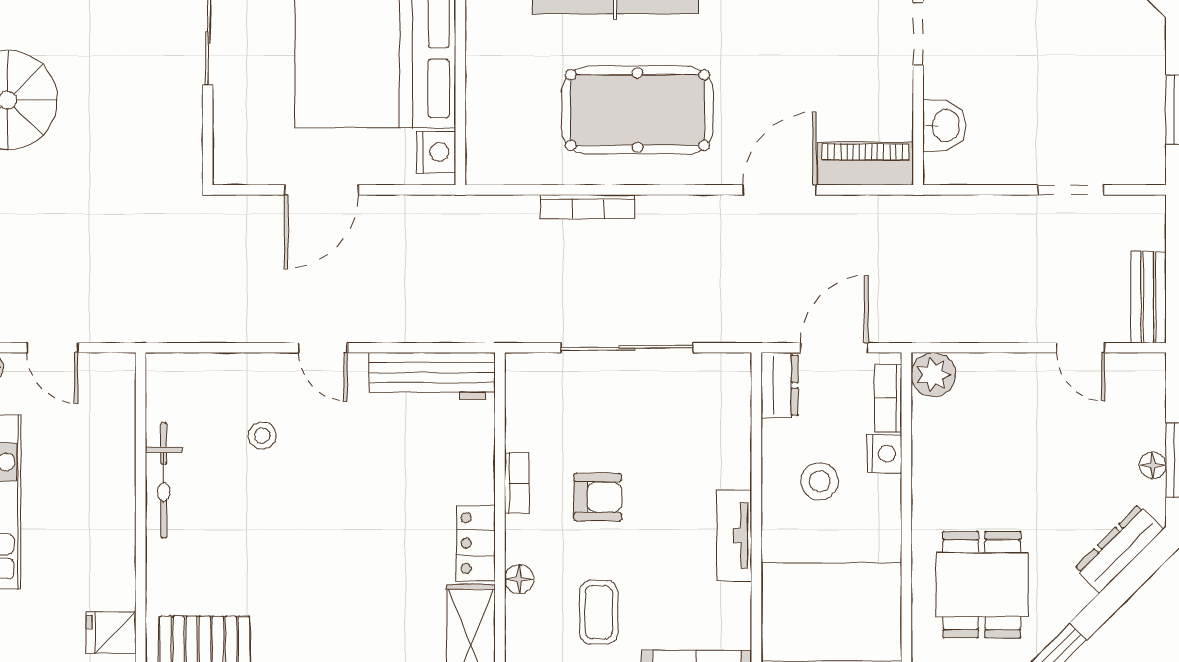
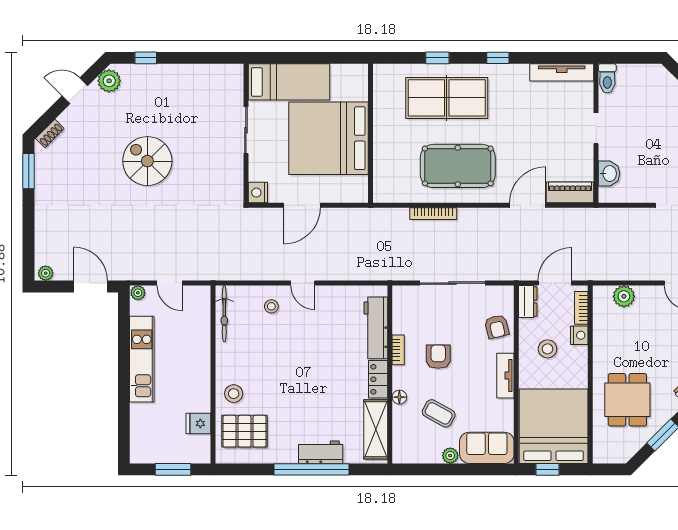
nightstand: (436, 152) -> (258, 193), moved, turned 180
plant: (933, 375) -> (624, 296), moved
workbench: (432, 376) -> (376, 328), moved, turned 90
stool: (262, 436) -> (271, 306), moved
armchair: (717, 436) -> (497, 327), added
bicycle: (164, 480) -> (224, 314), moved
armchair: (598, 497) -> (438, 357), turned -90
stool: (183, 572) -> (234, 394), added
coffee table: (599, 612) -> (439, 413), turned -61

